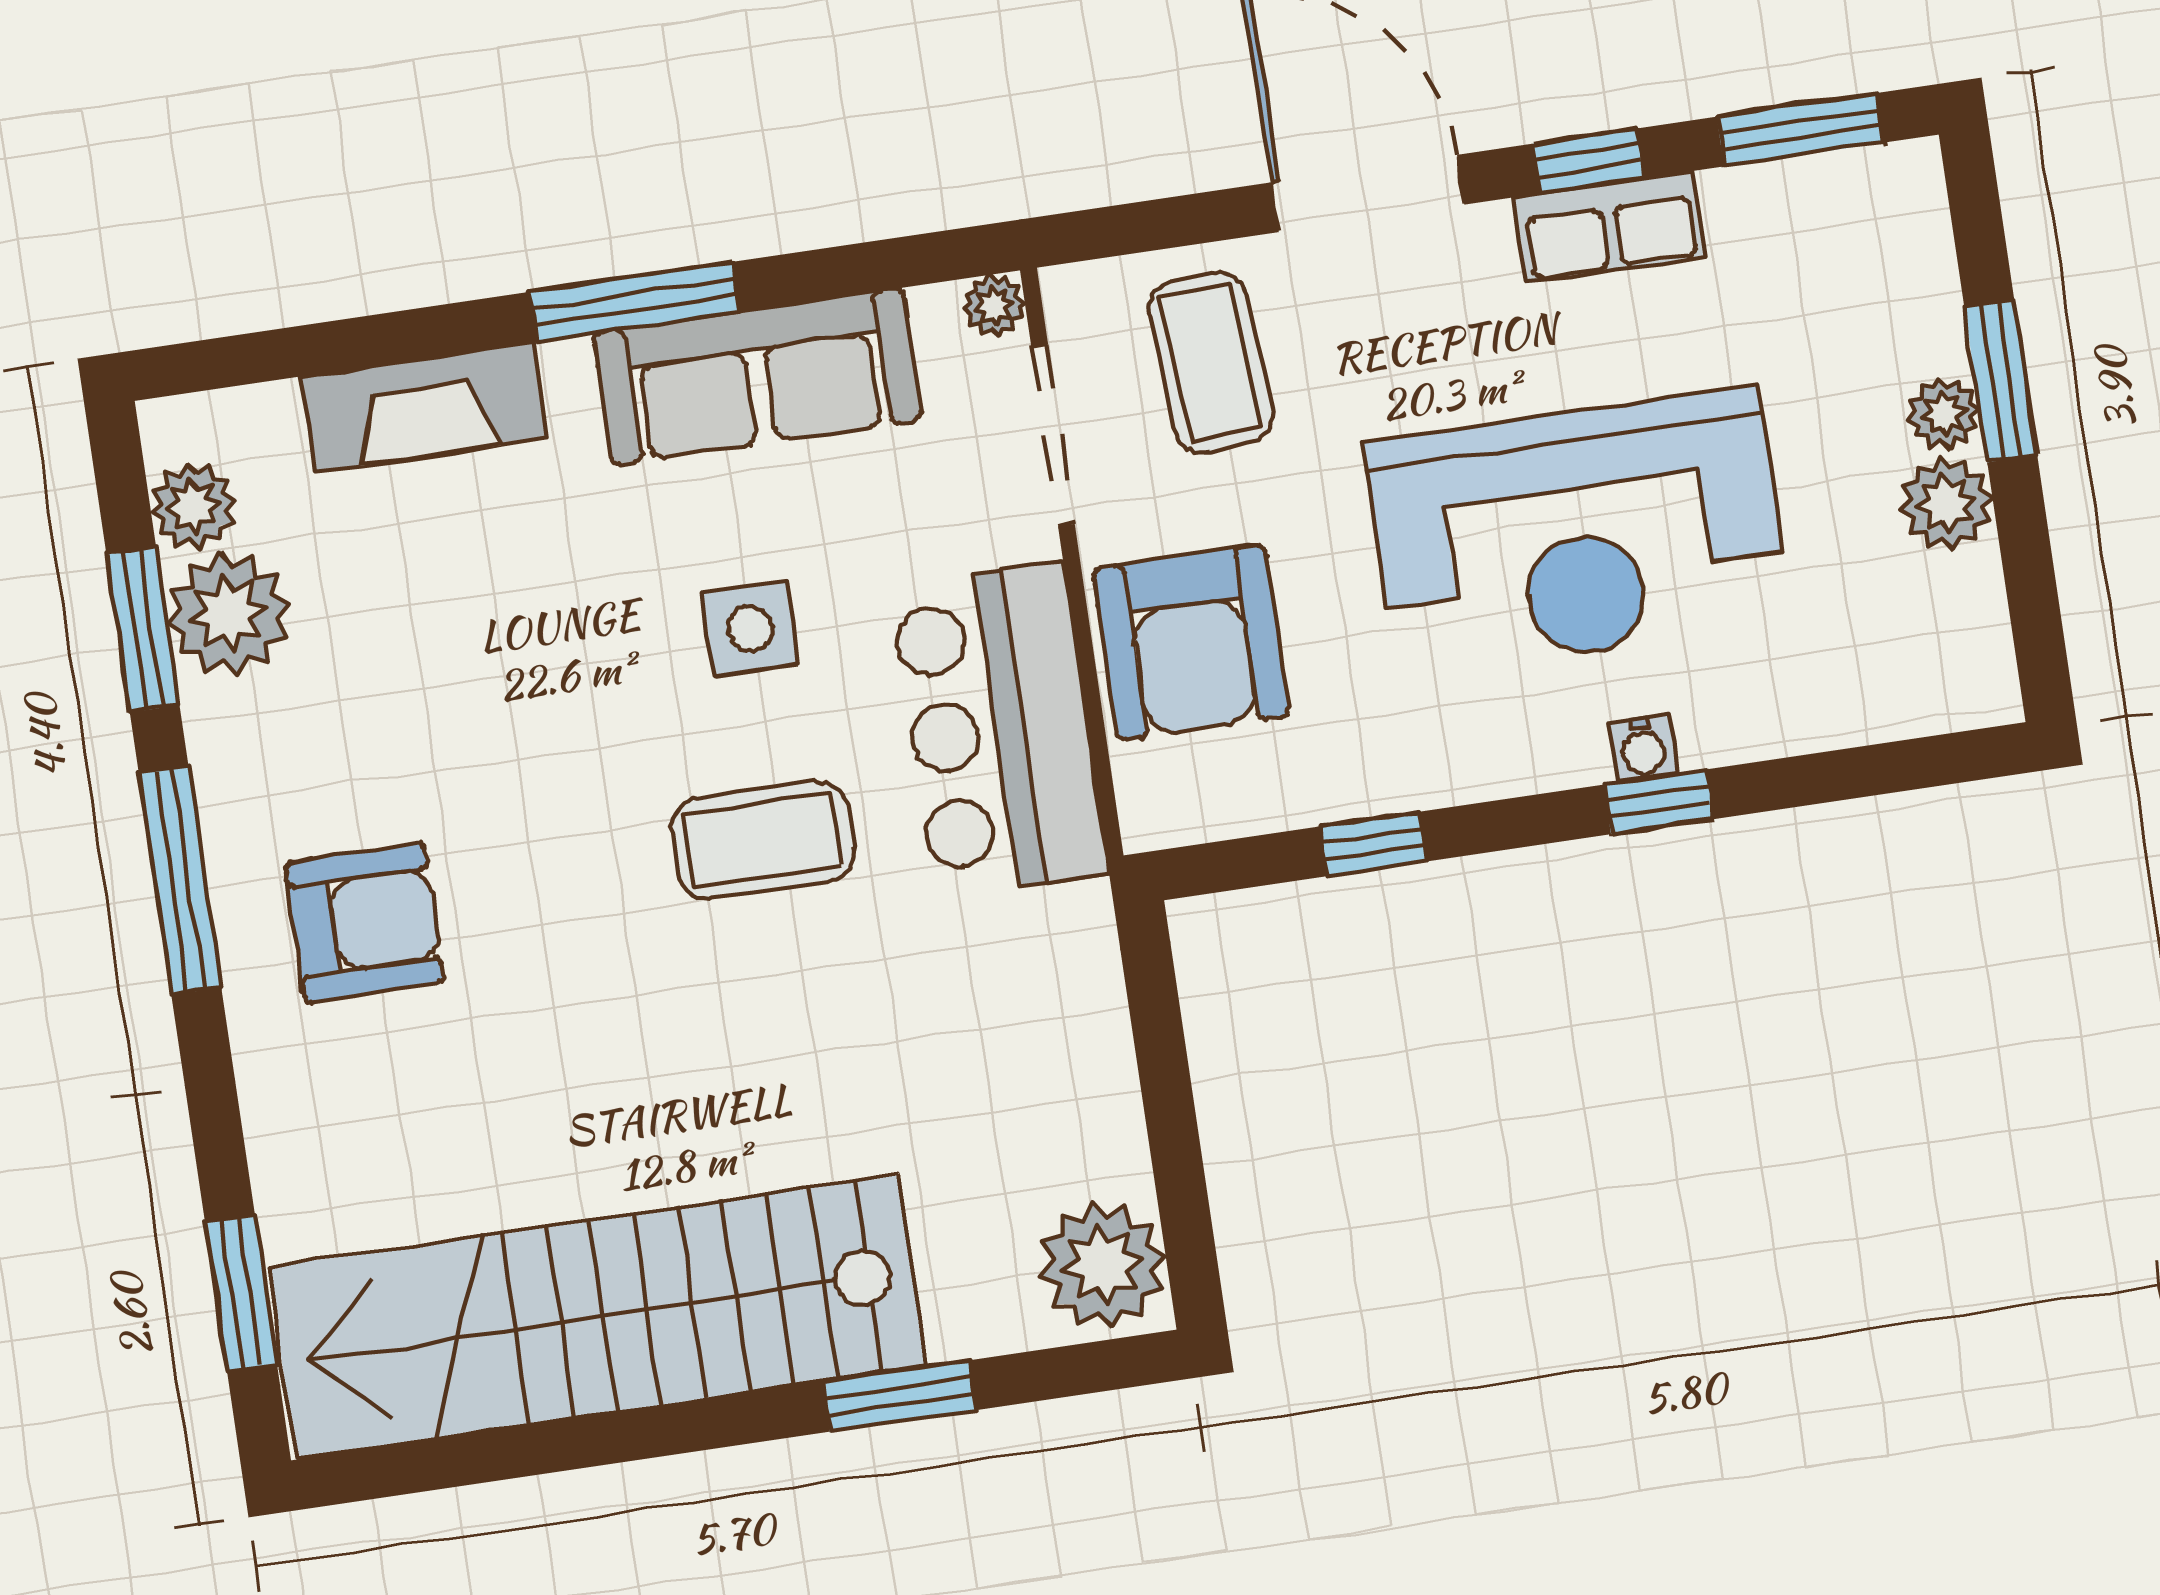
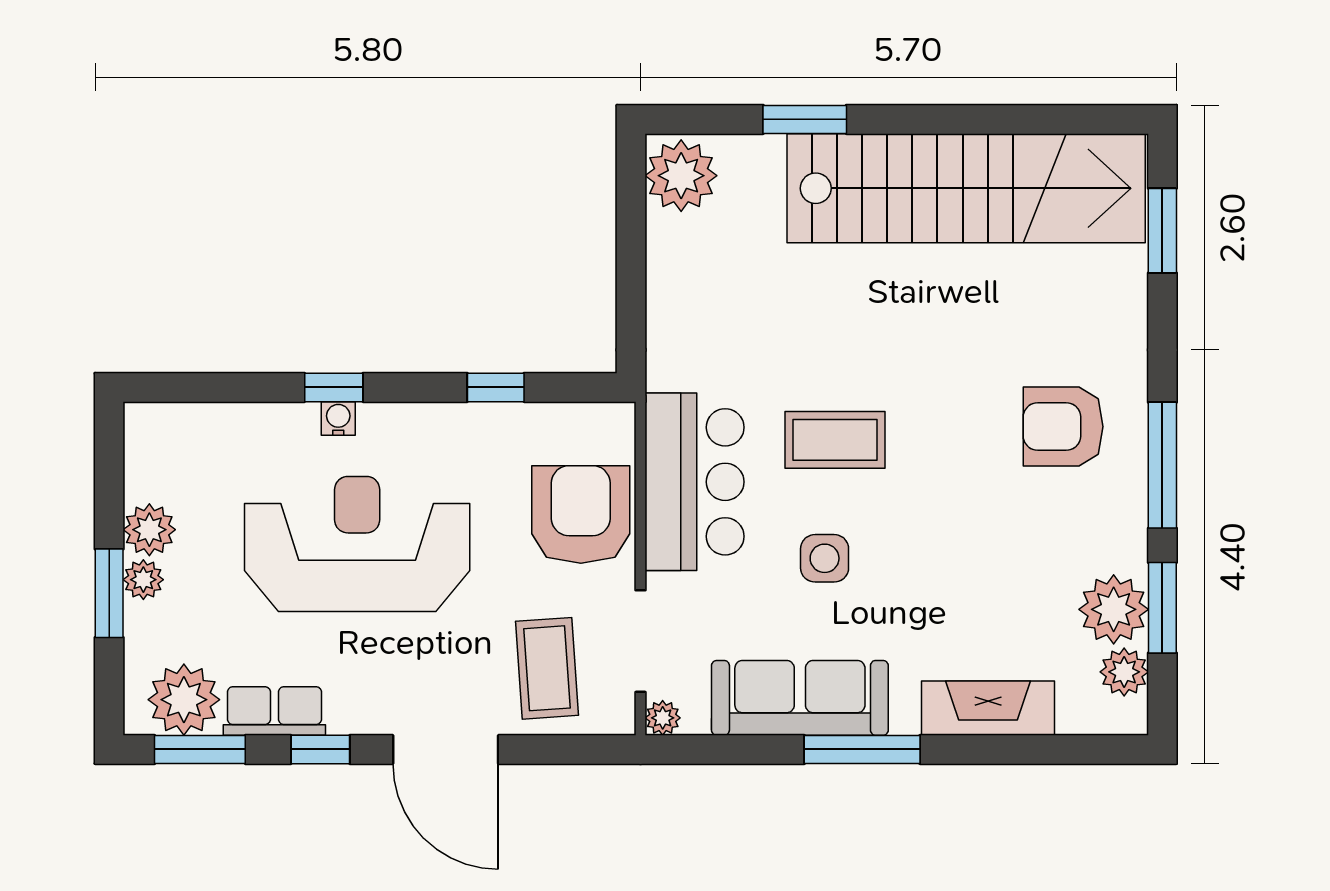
plant: (1841, 213) -> (184, 700), added
row of seats: (1610, 227) -> (274, 711), moved

